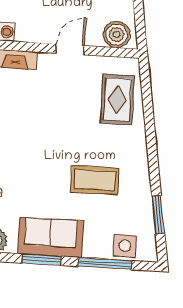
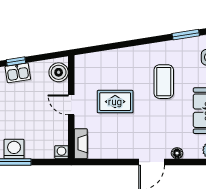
rug: (117, 99) -> (115, 102), moved

